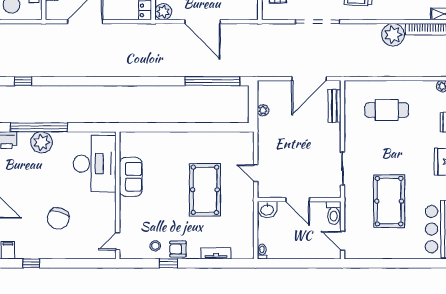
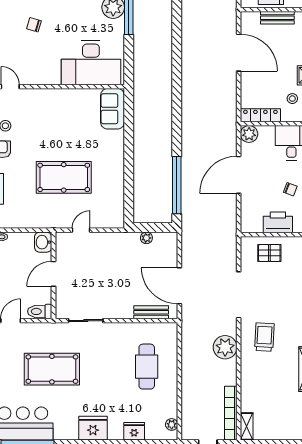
plant: (393, 35) -> (225, 347), moved
sofa: (131, 177) -> (112, 109), moved, turned 90
chair: (58, 218) -> (34, 25), width x0.54, depth x0.54

